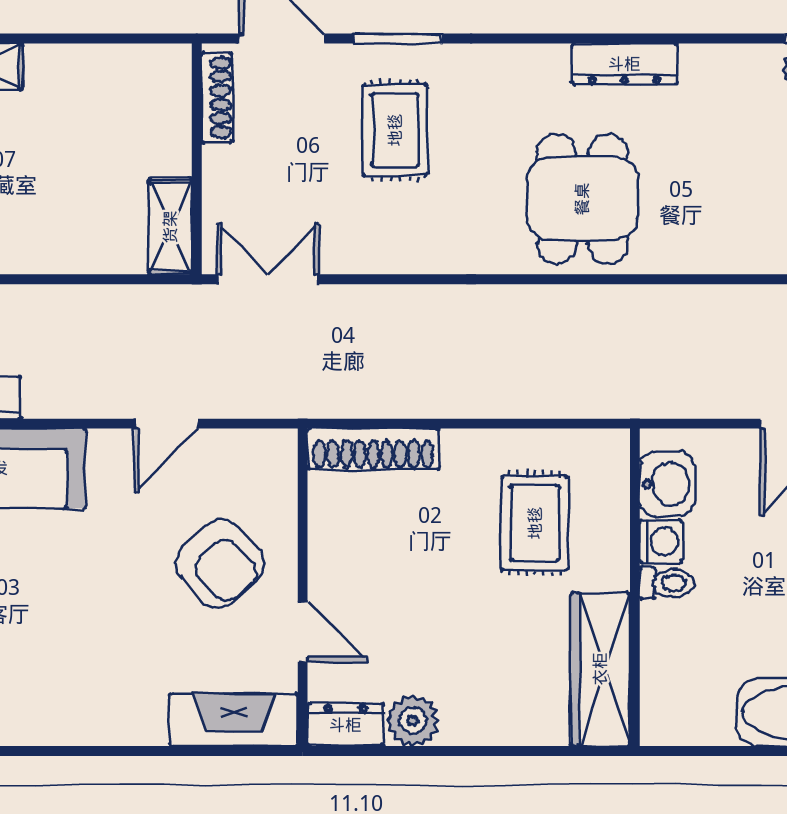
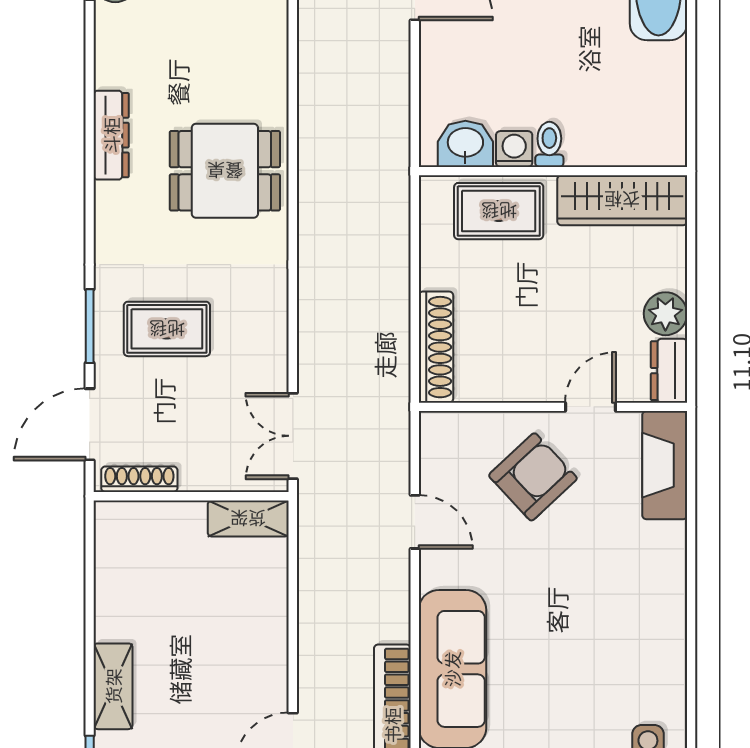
washbasin: (667, 484) -> (465, 144), moved
washing machine: (661, 541) -> (514, 149), moved
toilet: (666, 583) -> (549, 144), moved
wall: (635, 587) -> (553, 171), moved
wardrobe: (600, 669) -> (622, 200), moved

